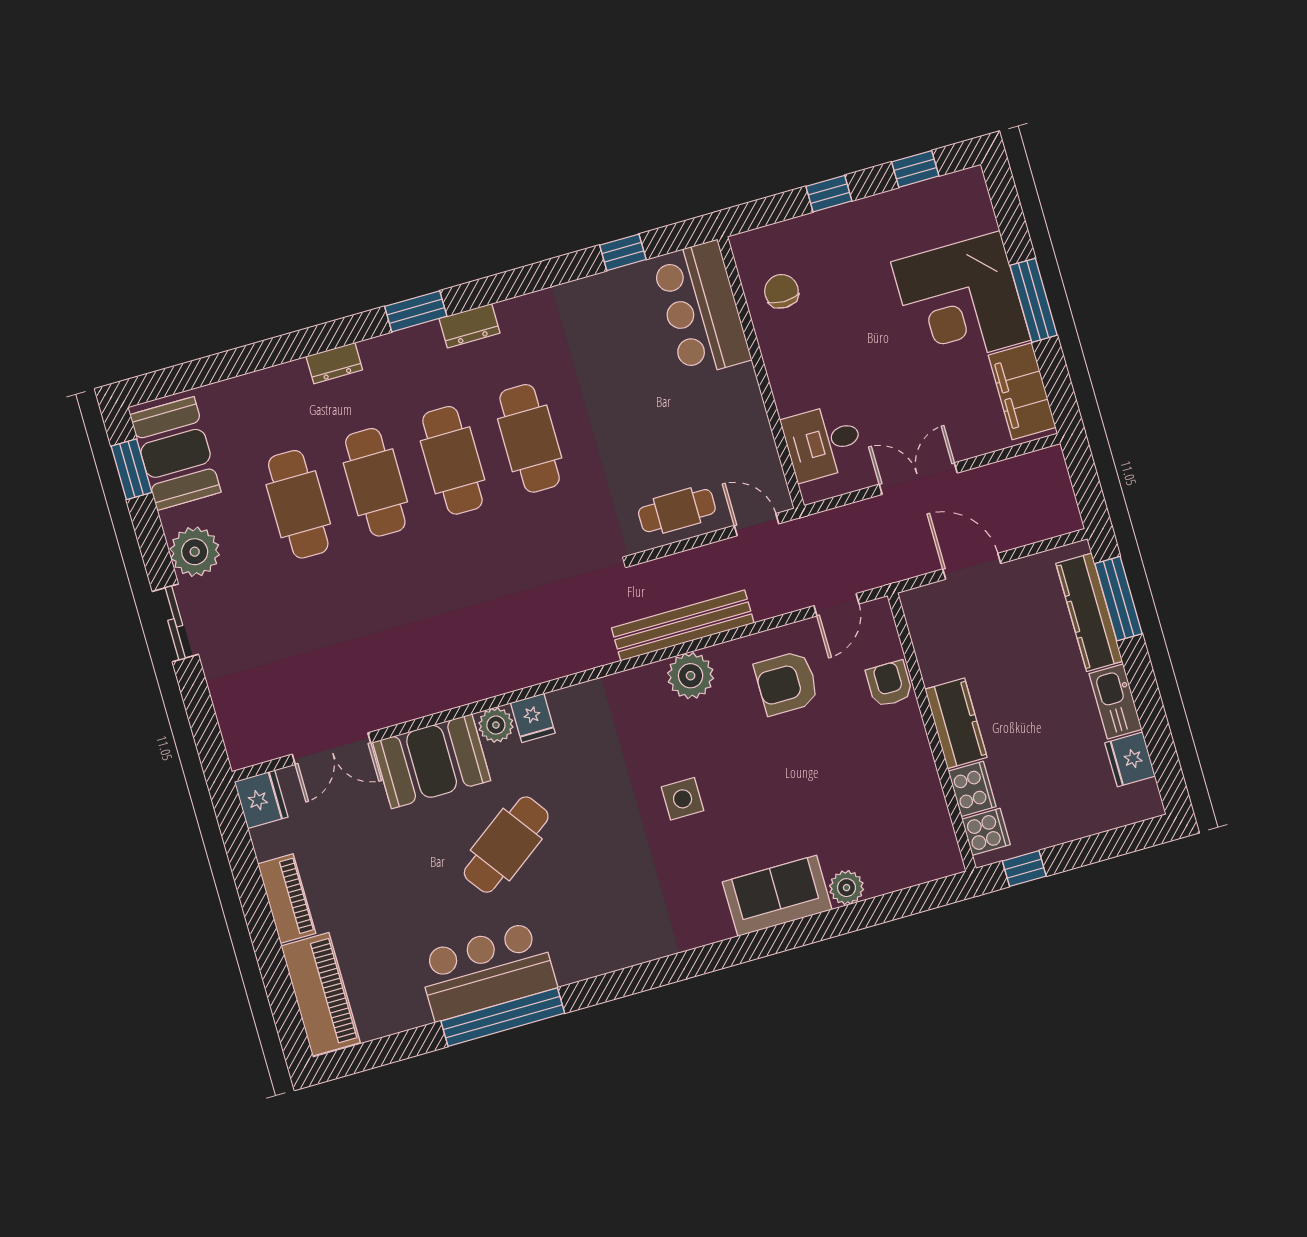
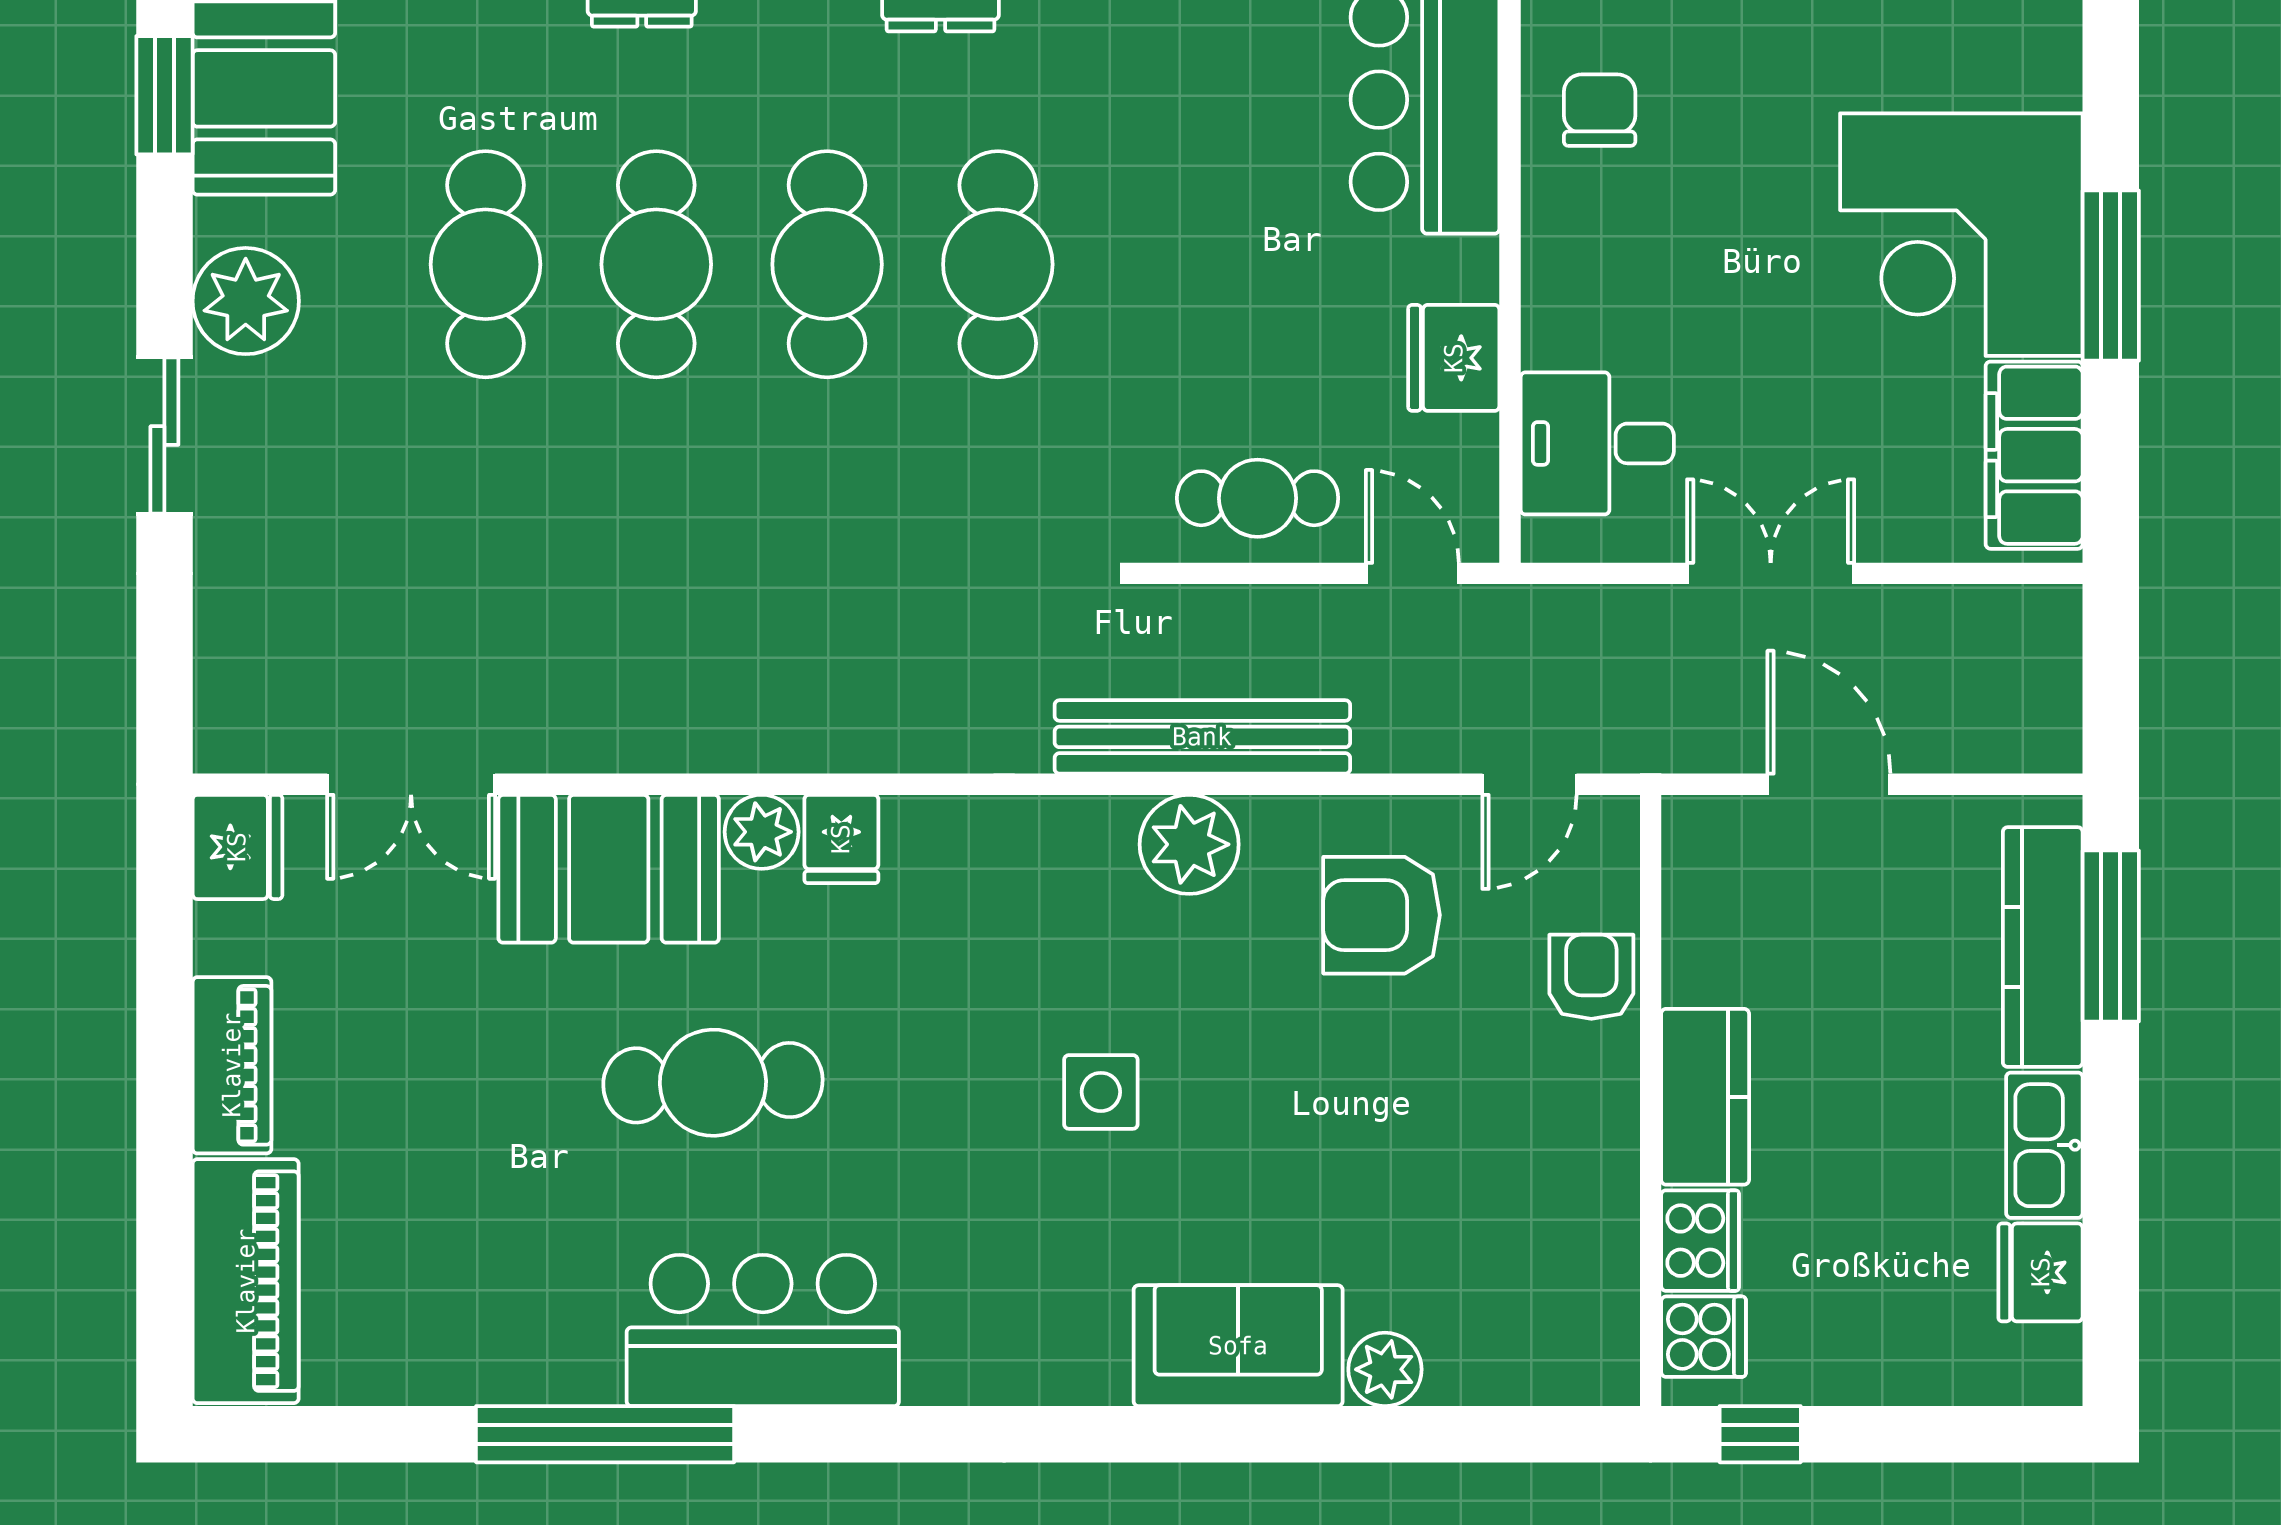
fridge: (748, 422) -> (1454, 358), added
cafe table: (506, 845) -> (713, 1083), turned 34
bar counter: (487, 971) -> (763, 1330), moved

